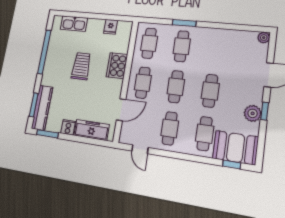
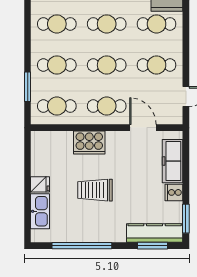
window: (184, 23) -> (28, 87), moved
fridge: (111, 27) -> (40, 184), moved
cafe table: (216, 49) -> (57, 24), added

